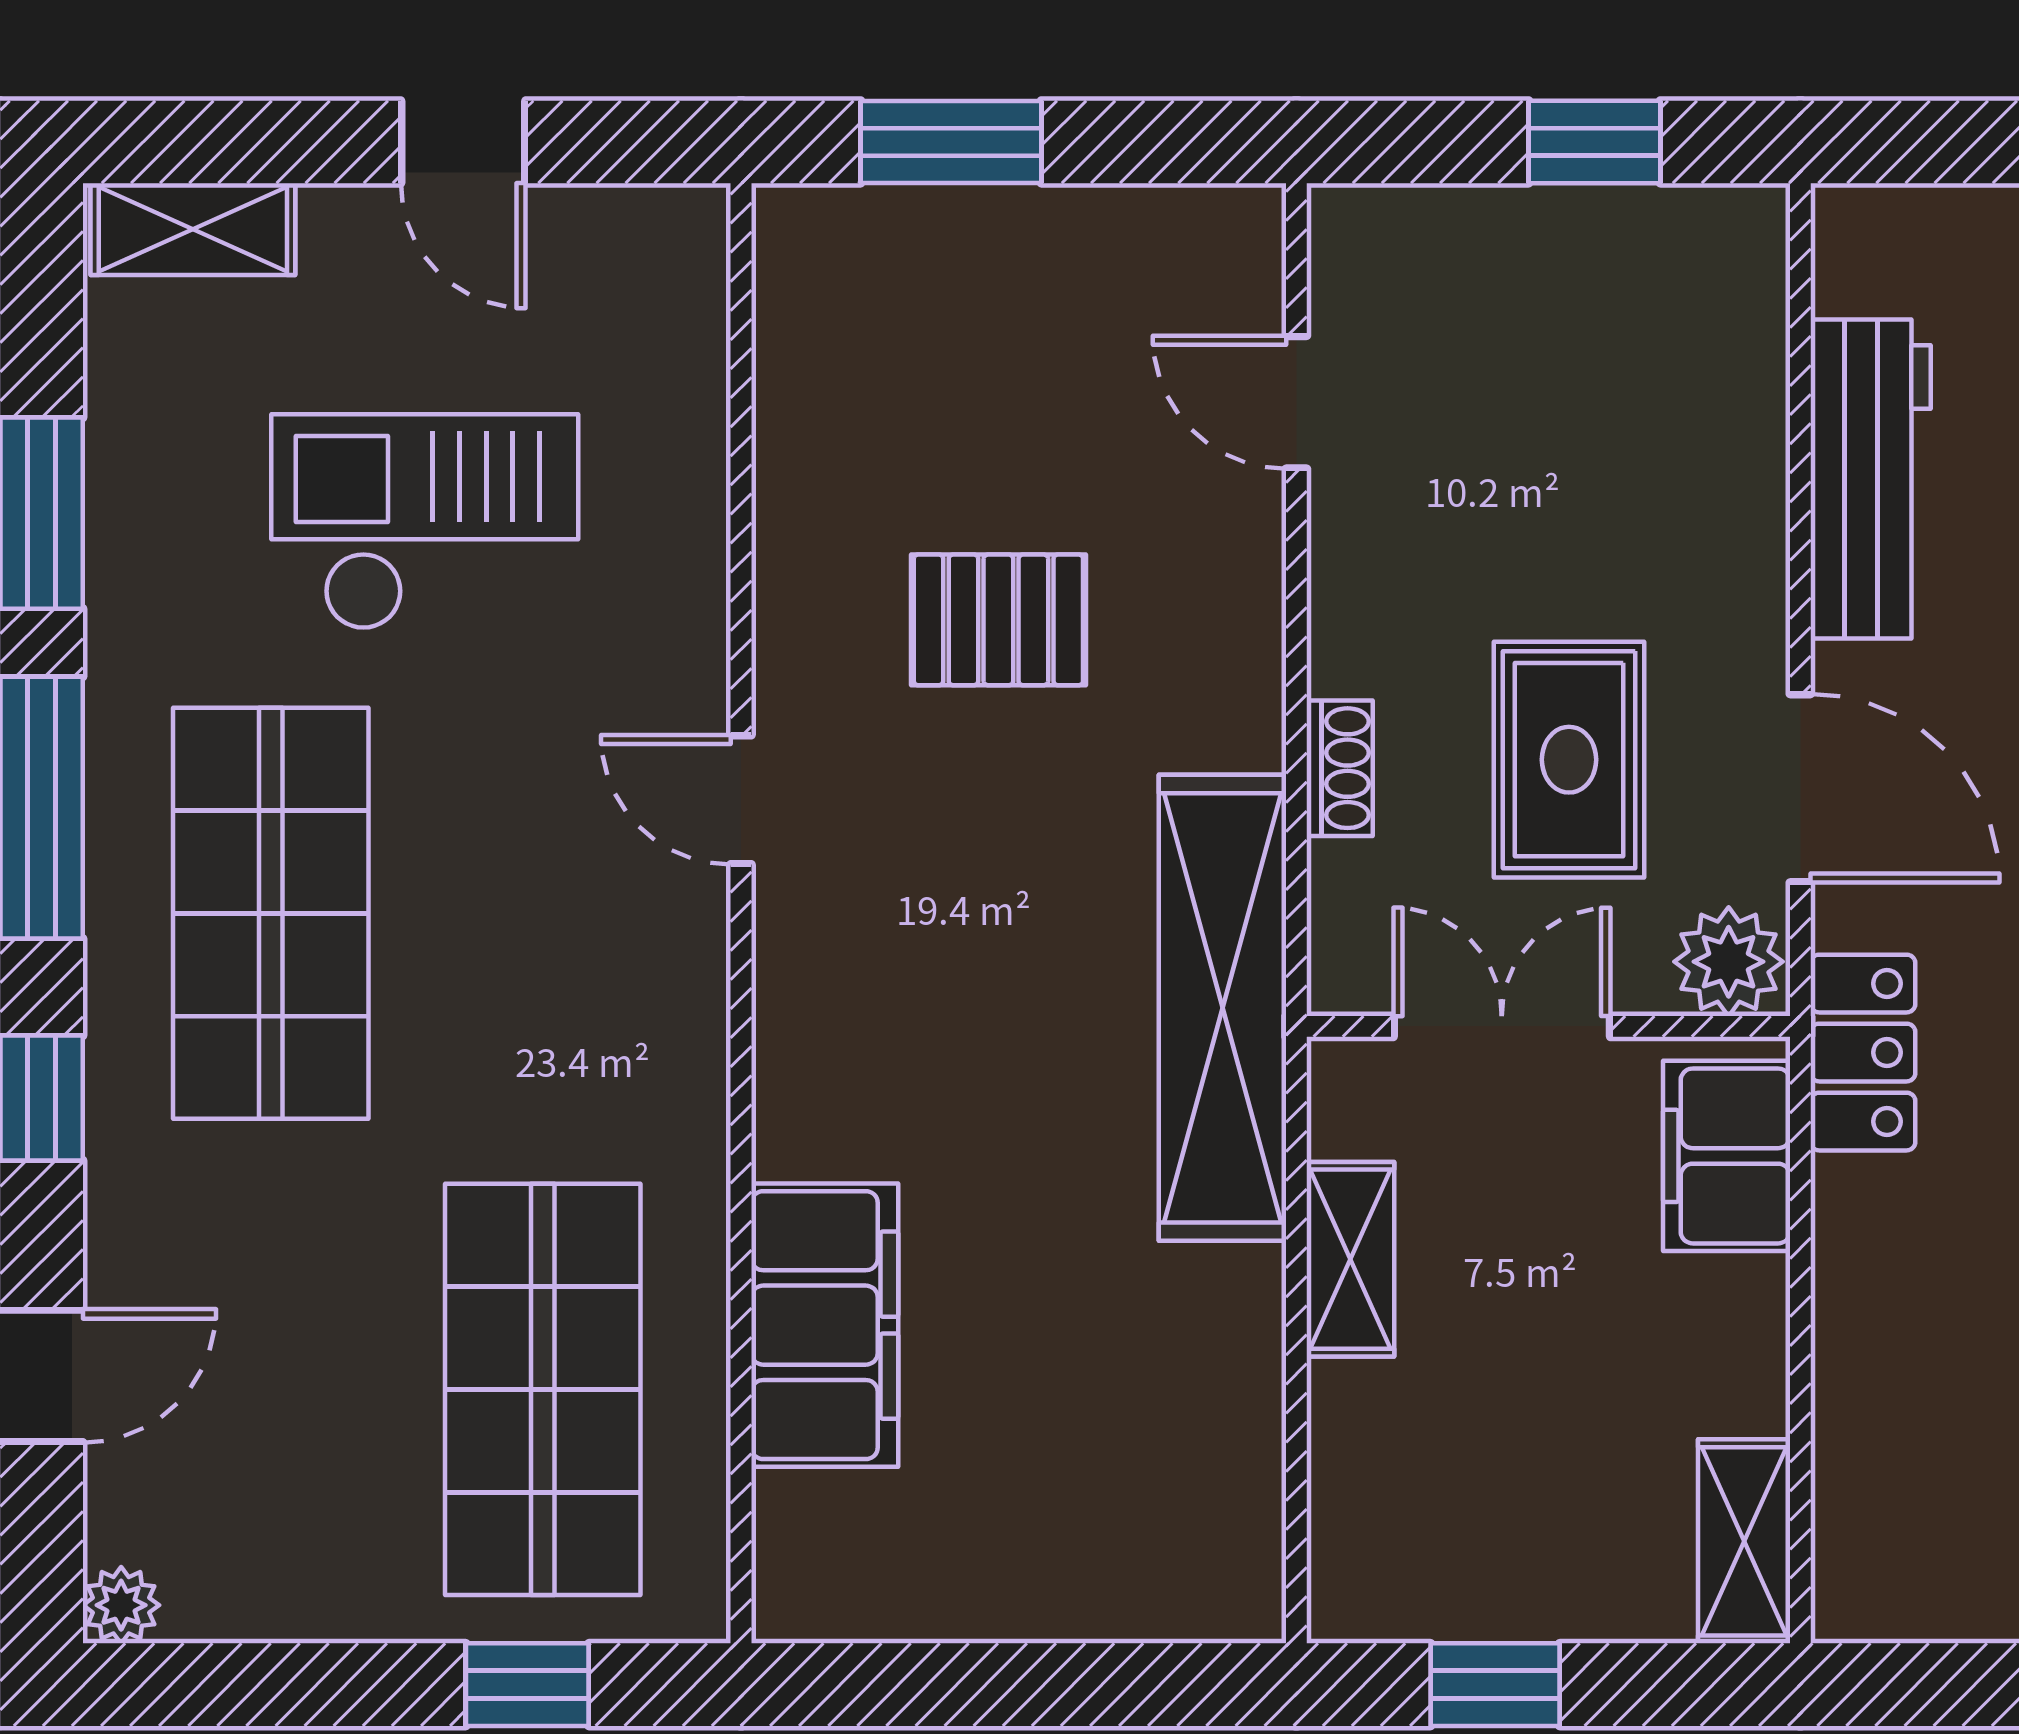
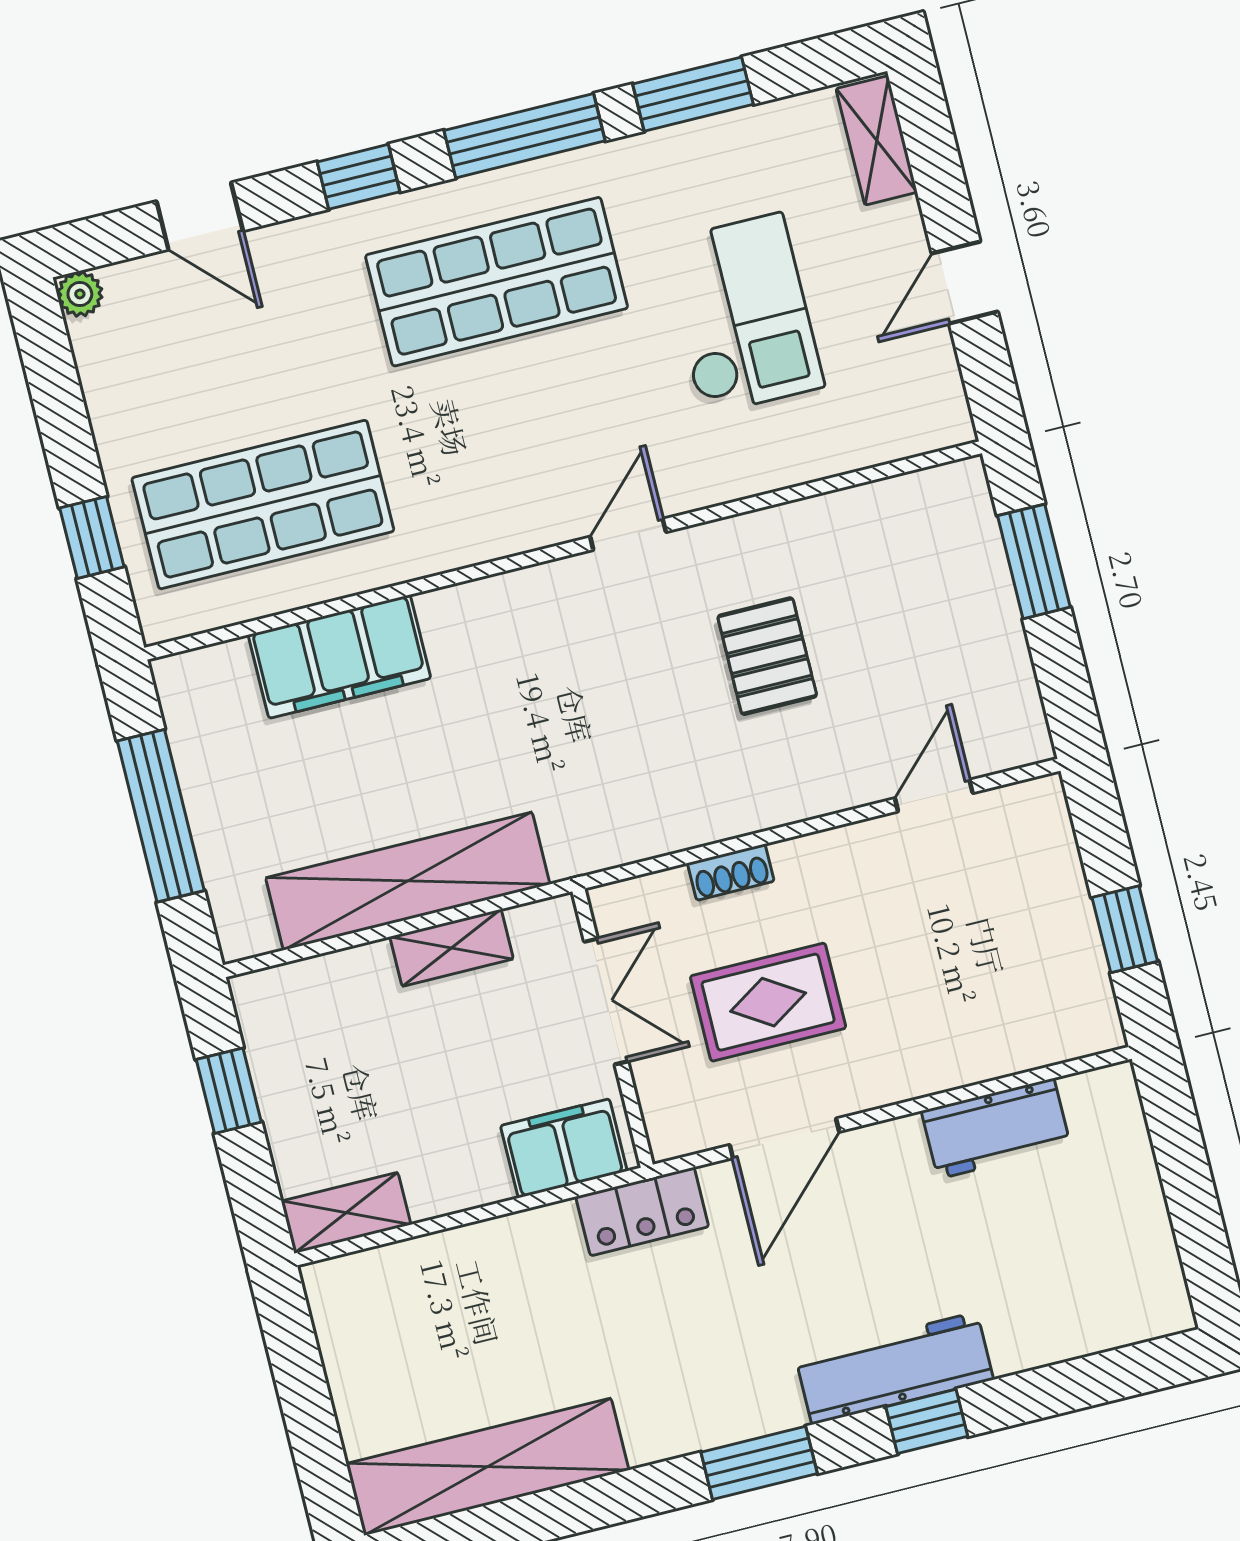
workbench: (1871, 479) -> (996, 1129), width x0.73
plant: (1729, 962) -> (675, 1122), removed
shelving: (1222, 1008) -> (408, 881), moved
window: (1014, 1685) -> (161, 816), added

